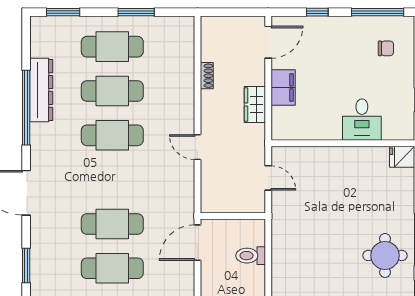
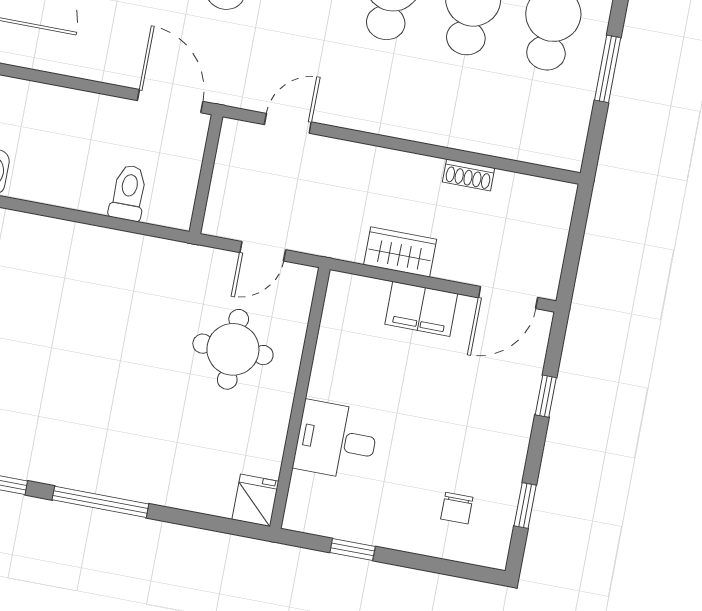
window: (378, 12) -> (525, 506), width x0.46
door: (268, 42) -> (508, 298), hinge flipped
door: (197, 147) -> (288, 123), moved
round table: (385, 255) -> (233, 349), moved

